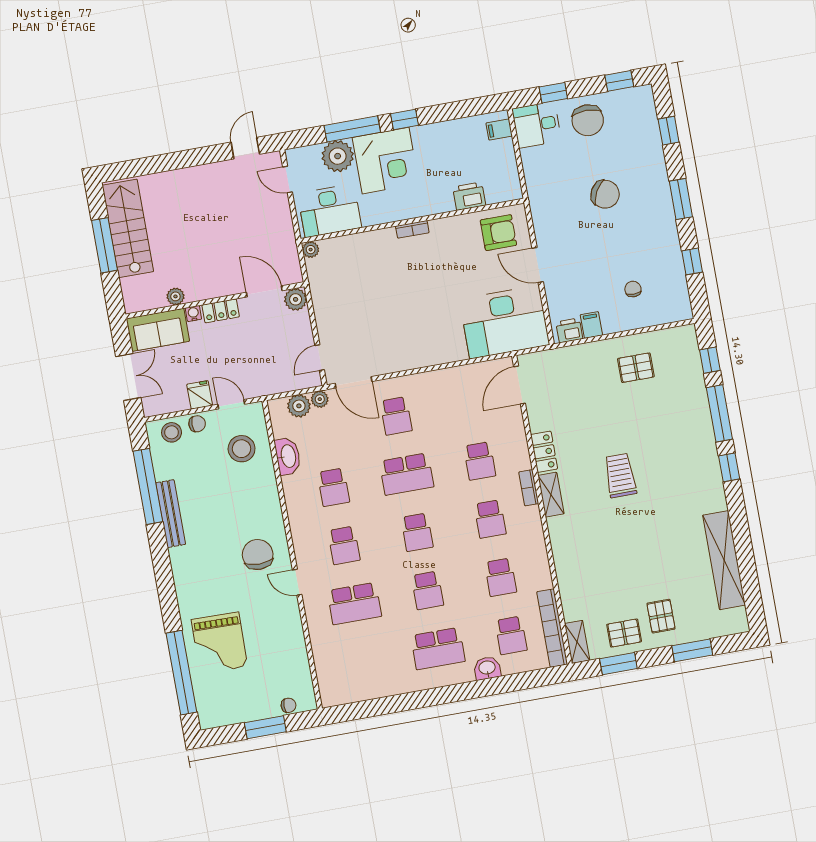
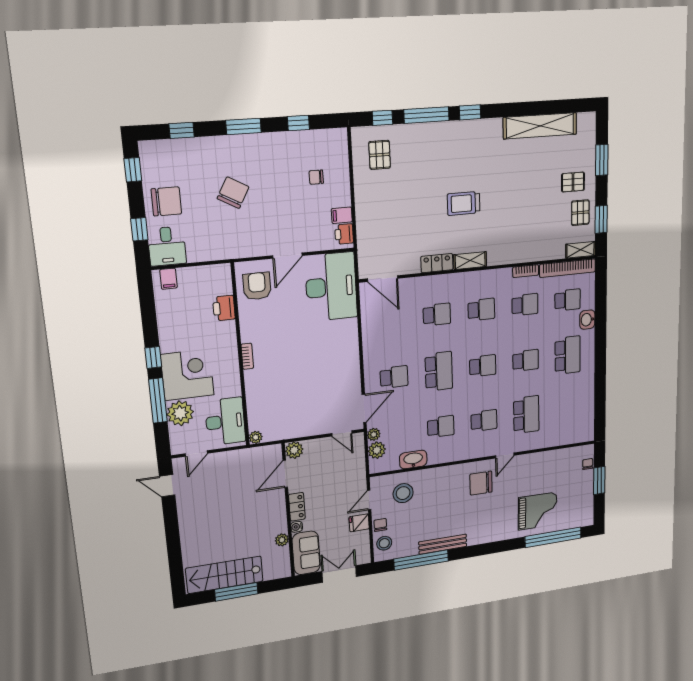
pallet: (636, 368) -> (380, 155), moved
bookcase: (529, 488) -> (526, 271), moved

